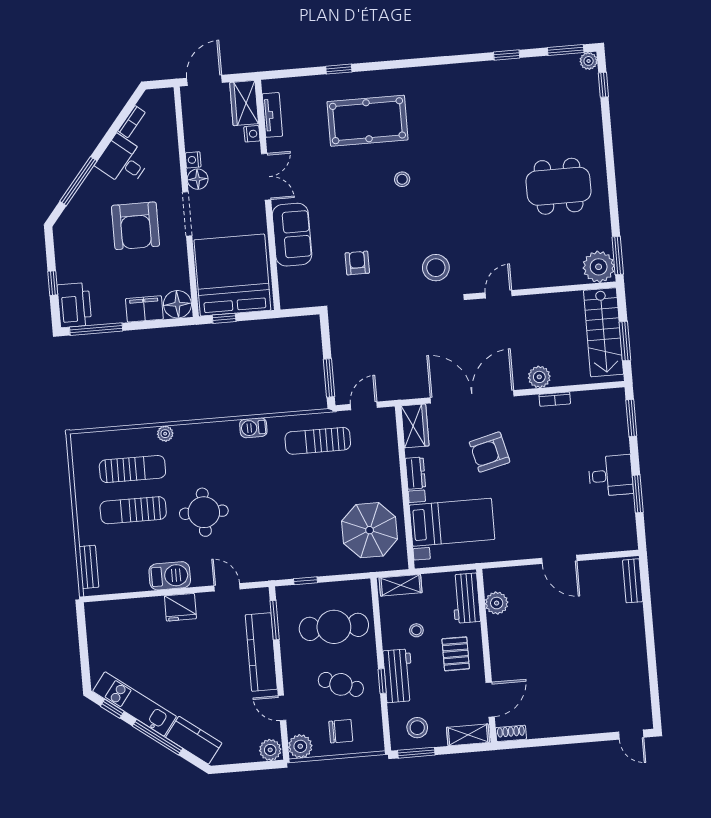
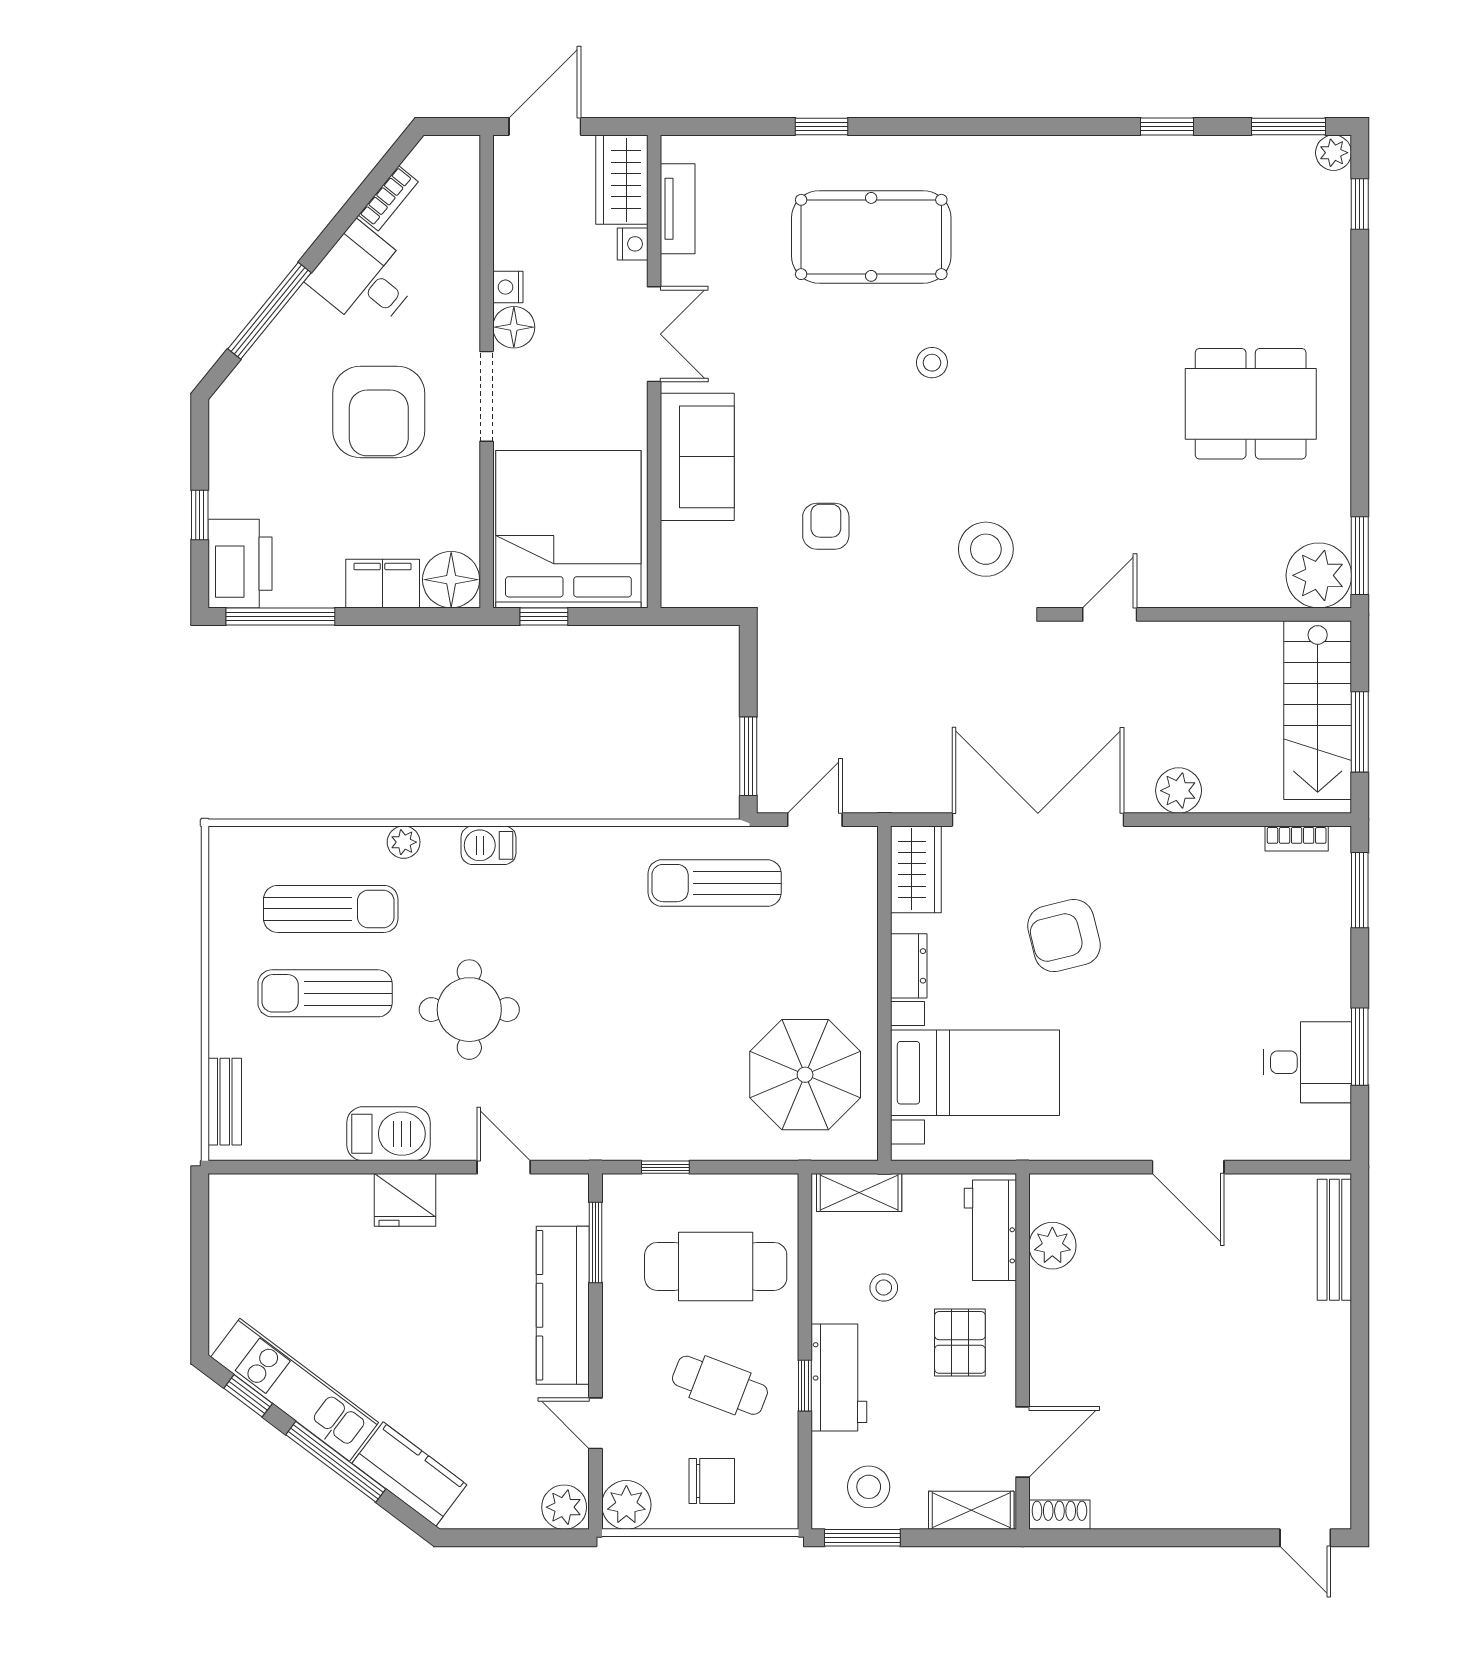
bookcase: (555, 399) -> (1297, 838), moved
barbecue: (253, 428) -> (488, 845), moved
desk: (611, 476) -> (1308, 1062), moved
bench: (633, 581) -> (1334, 1240), width x1.36

